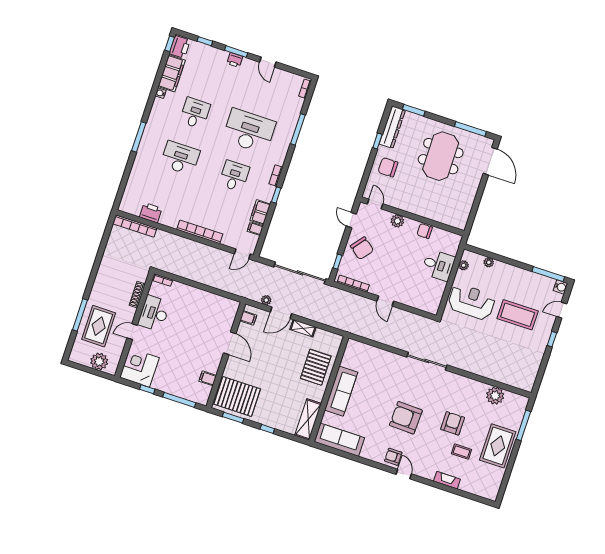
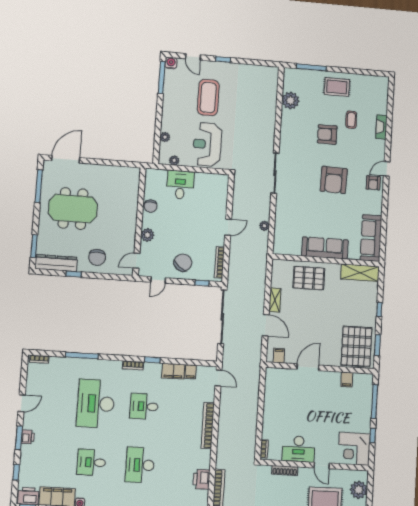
plant: (266, 300) -> (264, 226), moved
rug: (498, 446) -> (337, 87), width x0.73, depth x0.70

